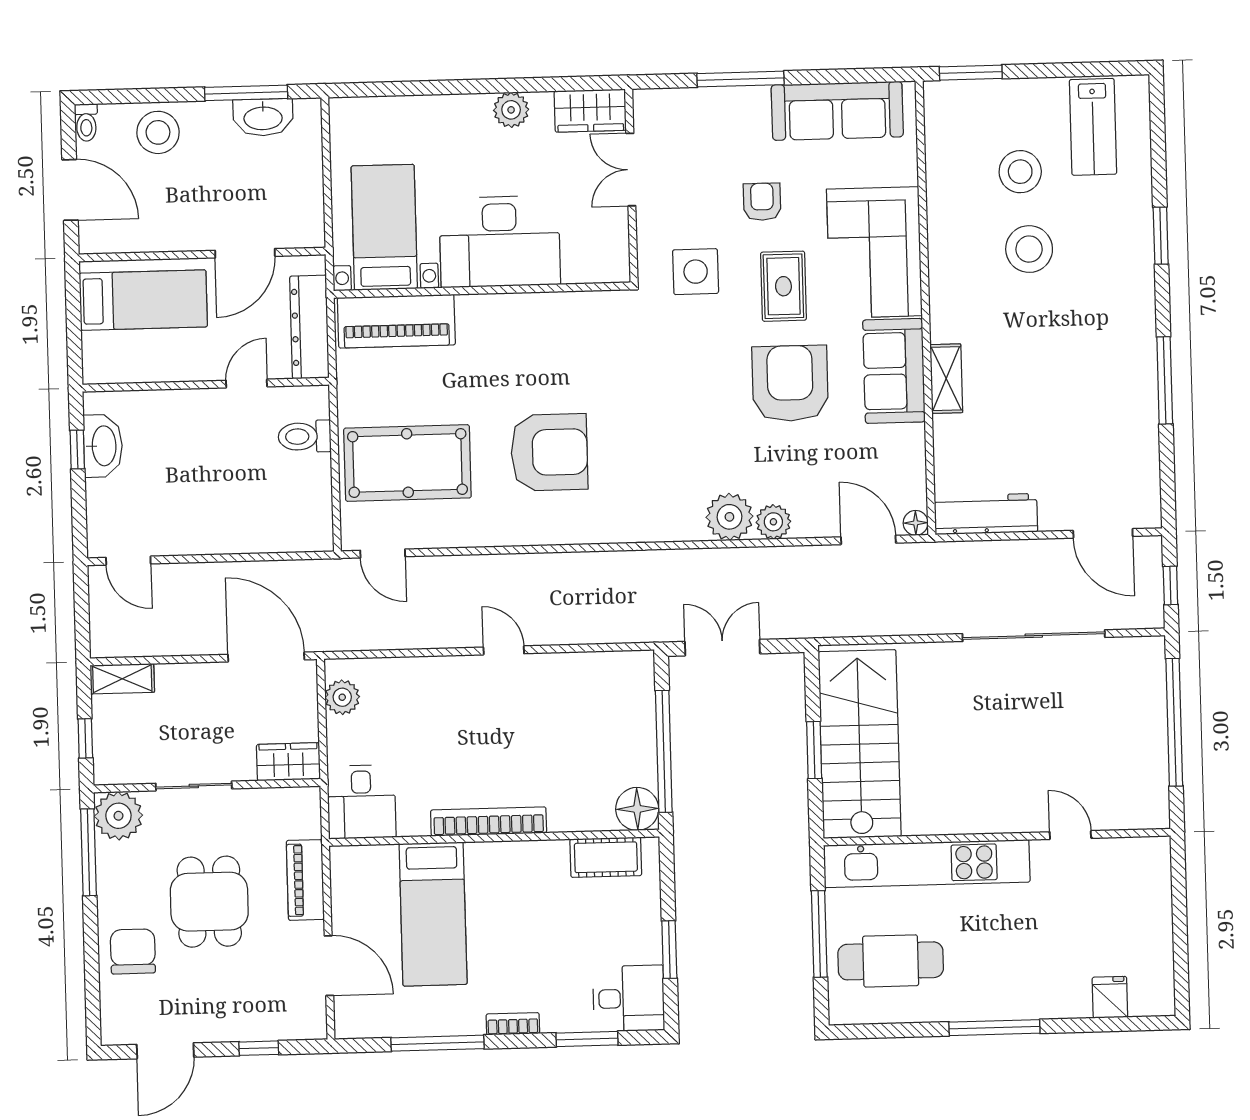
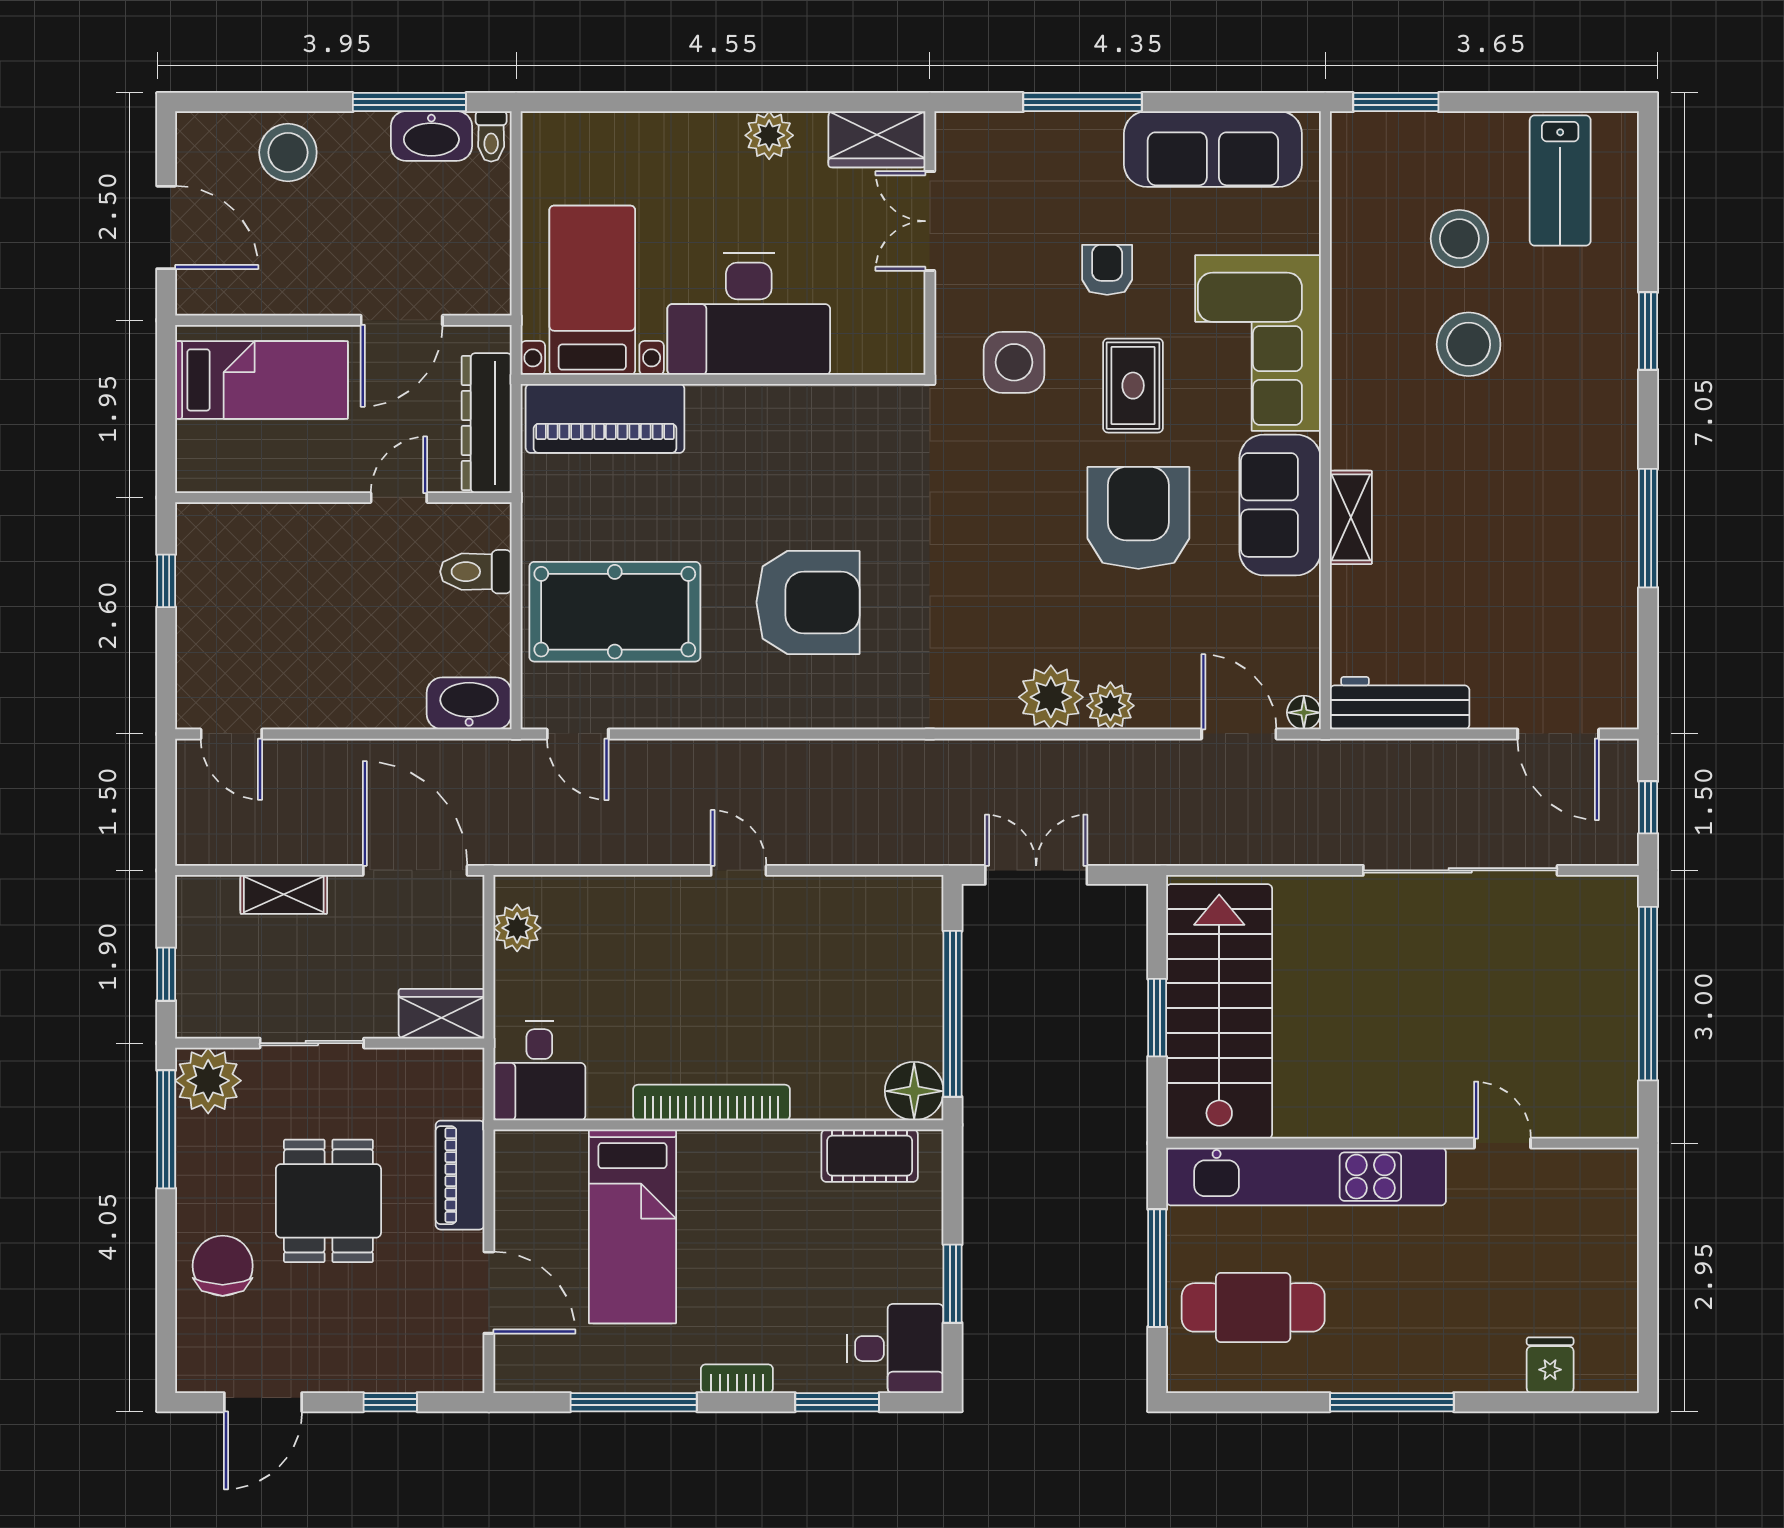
toilet: (86, 123) -> (491, 136), moved
washbasin: (103, 446) -> (469, 703), moved, turned -90
shelving: (122, 679) -> (284, 894), moved

